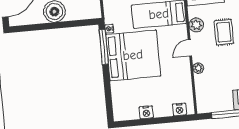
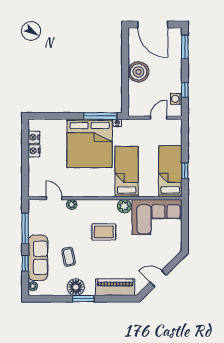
plant: (196, 25) -> (124, 206), moved
door: (190, 48) -> (54, 198), moved
nightstand: (180, 109) -> (34, 137), moved

